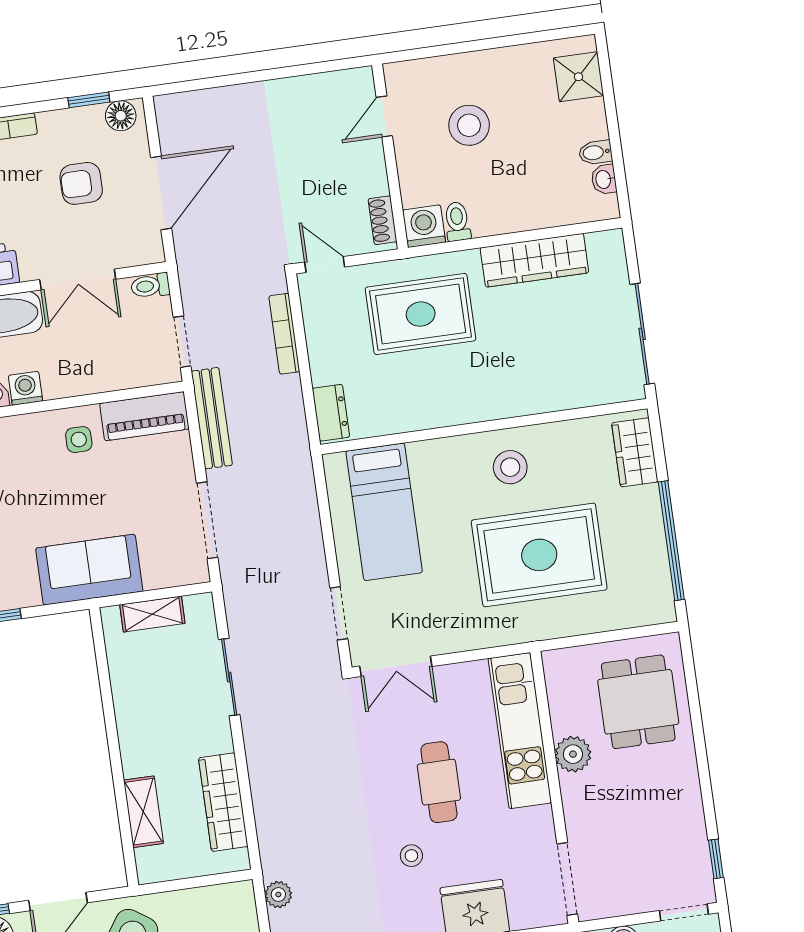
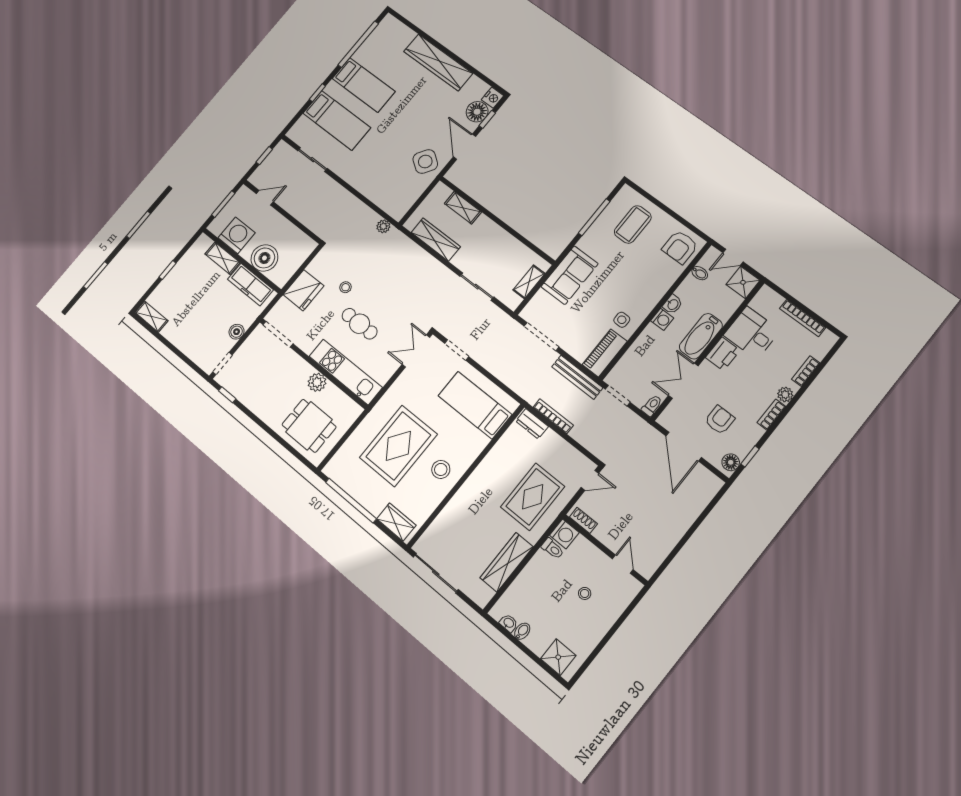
stool: (469, 125) -> (585, 593), width x0.53, depth x0.53
bookcase: (284, 334) -> (553, 416), moved

